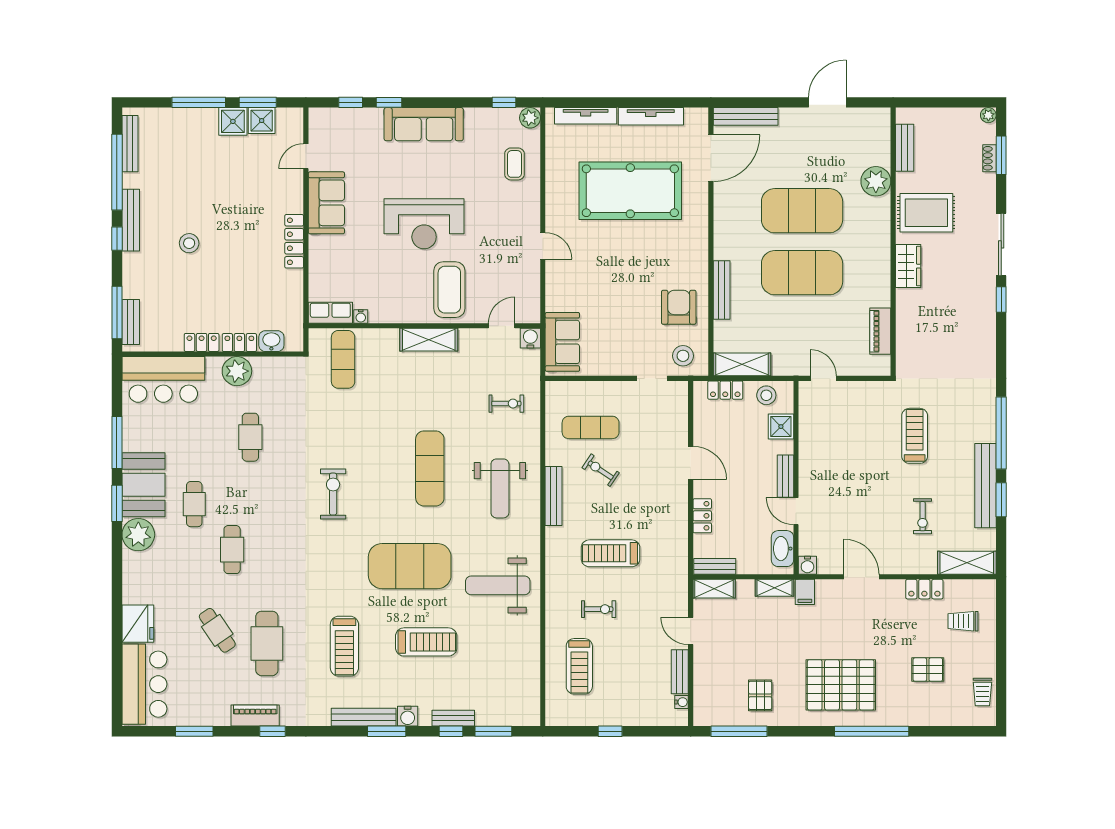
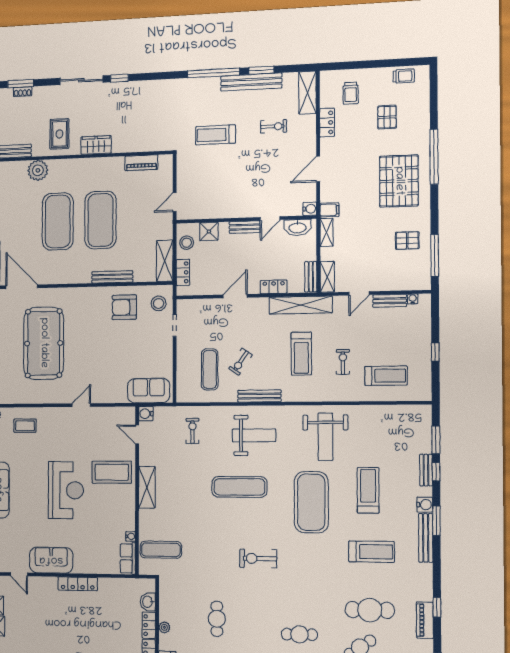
rug: (926, 213) -> (59, 134), width x0.73, depth x0.70
plant: (237, 371) -> (164, 627), width x0.53, depth x0.53
cafe table: (250, 437) -> (217, 619), turned 90
shelving: (677, 552) -> (301, 305), added

